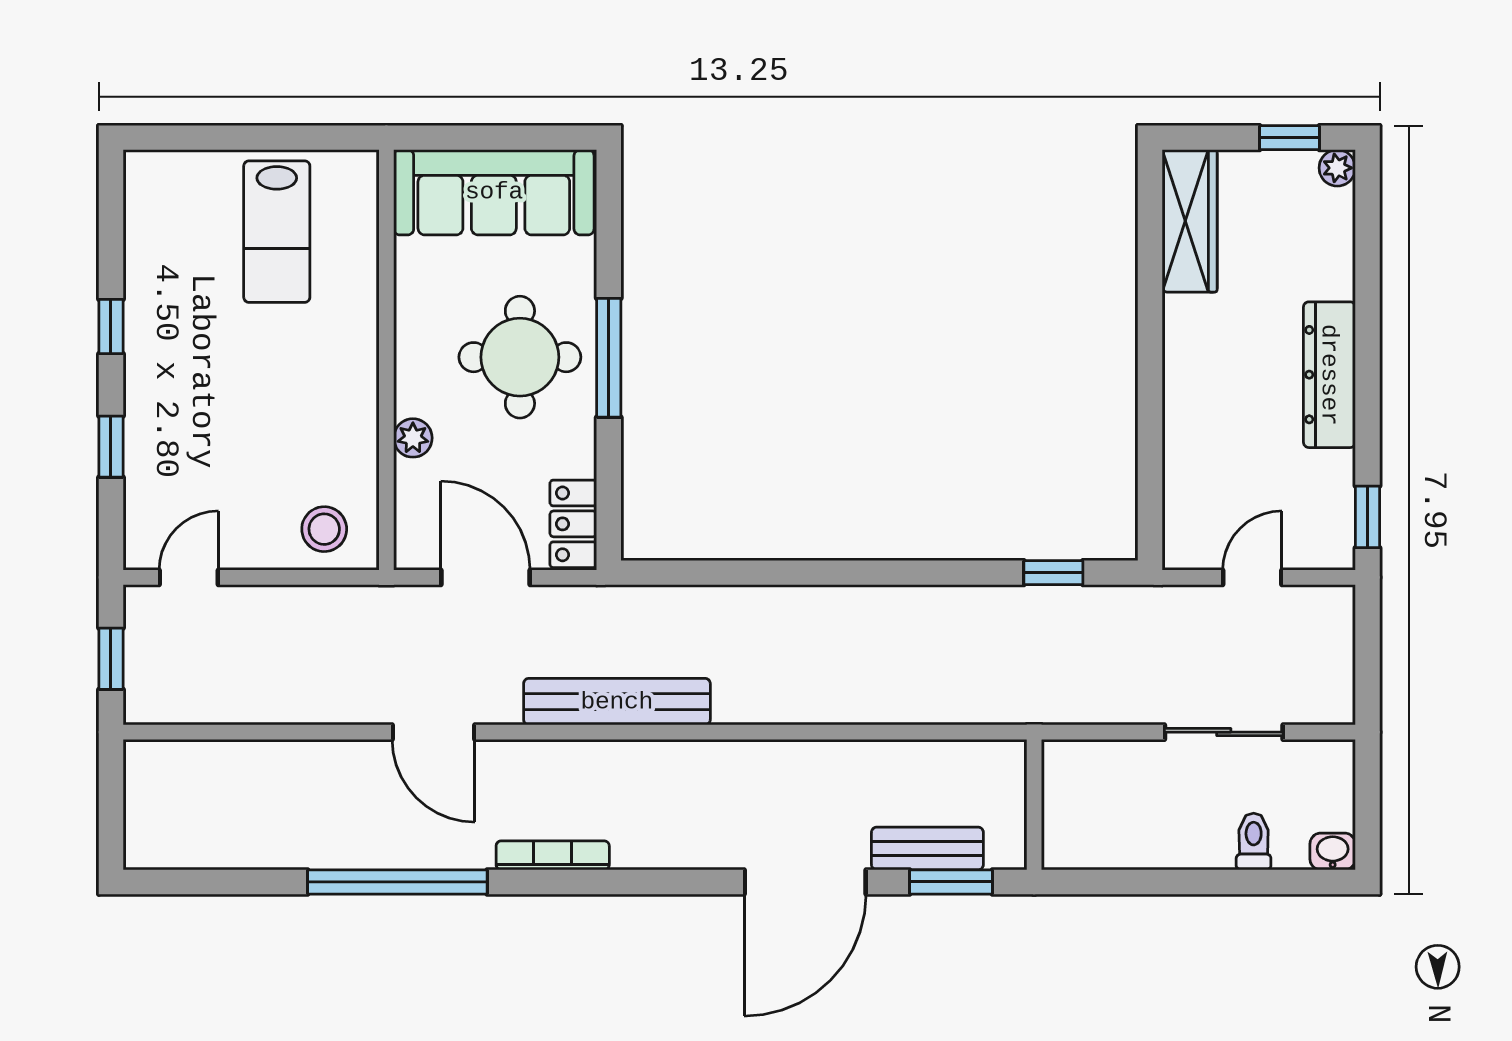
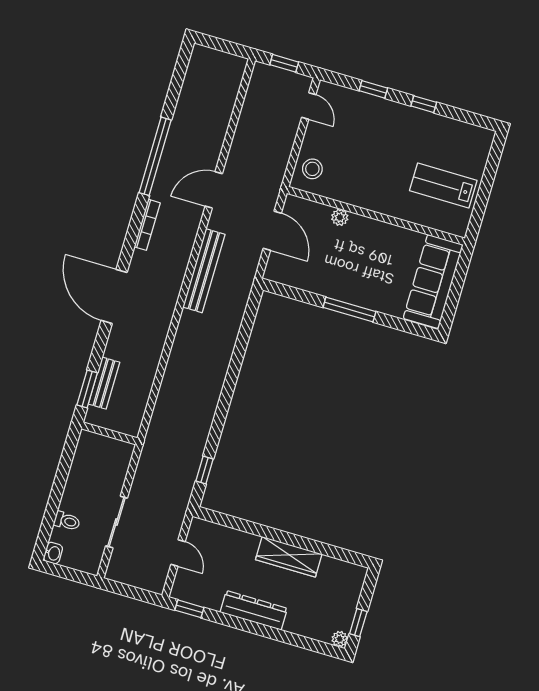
wardrobe: (1190, 221) -> (289, 557), moved
round table: (520, 357) -> (361, 272), removed
locker: (573, 524) -> (284, 274), removed
door: (485, 577) -> (272, 231), hinge flipped
door: (805, 882) -> (114, 296), moved

